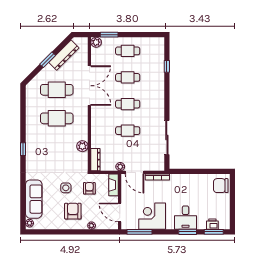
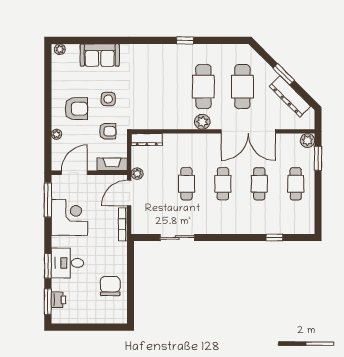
sliding door: (167, 137) -> (177, 238), width x0.73
plant: (82, 146) -> (202, 122), moved
window: (23, 149) -> (185, 40), moved
chair: (221, 186) -> (110, 286), moved
sofa: (34, 199) -> (100, 55), width x0.73

